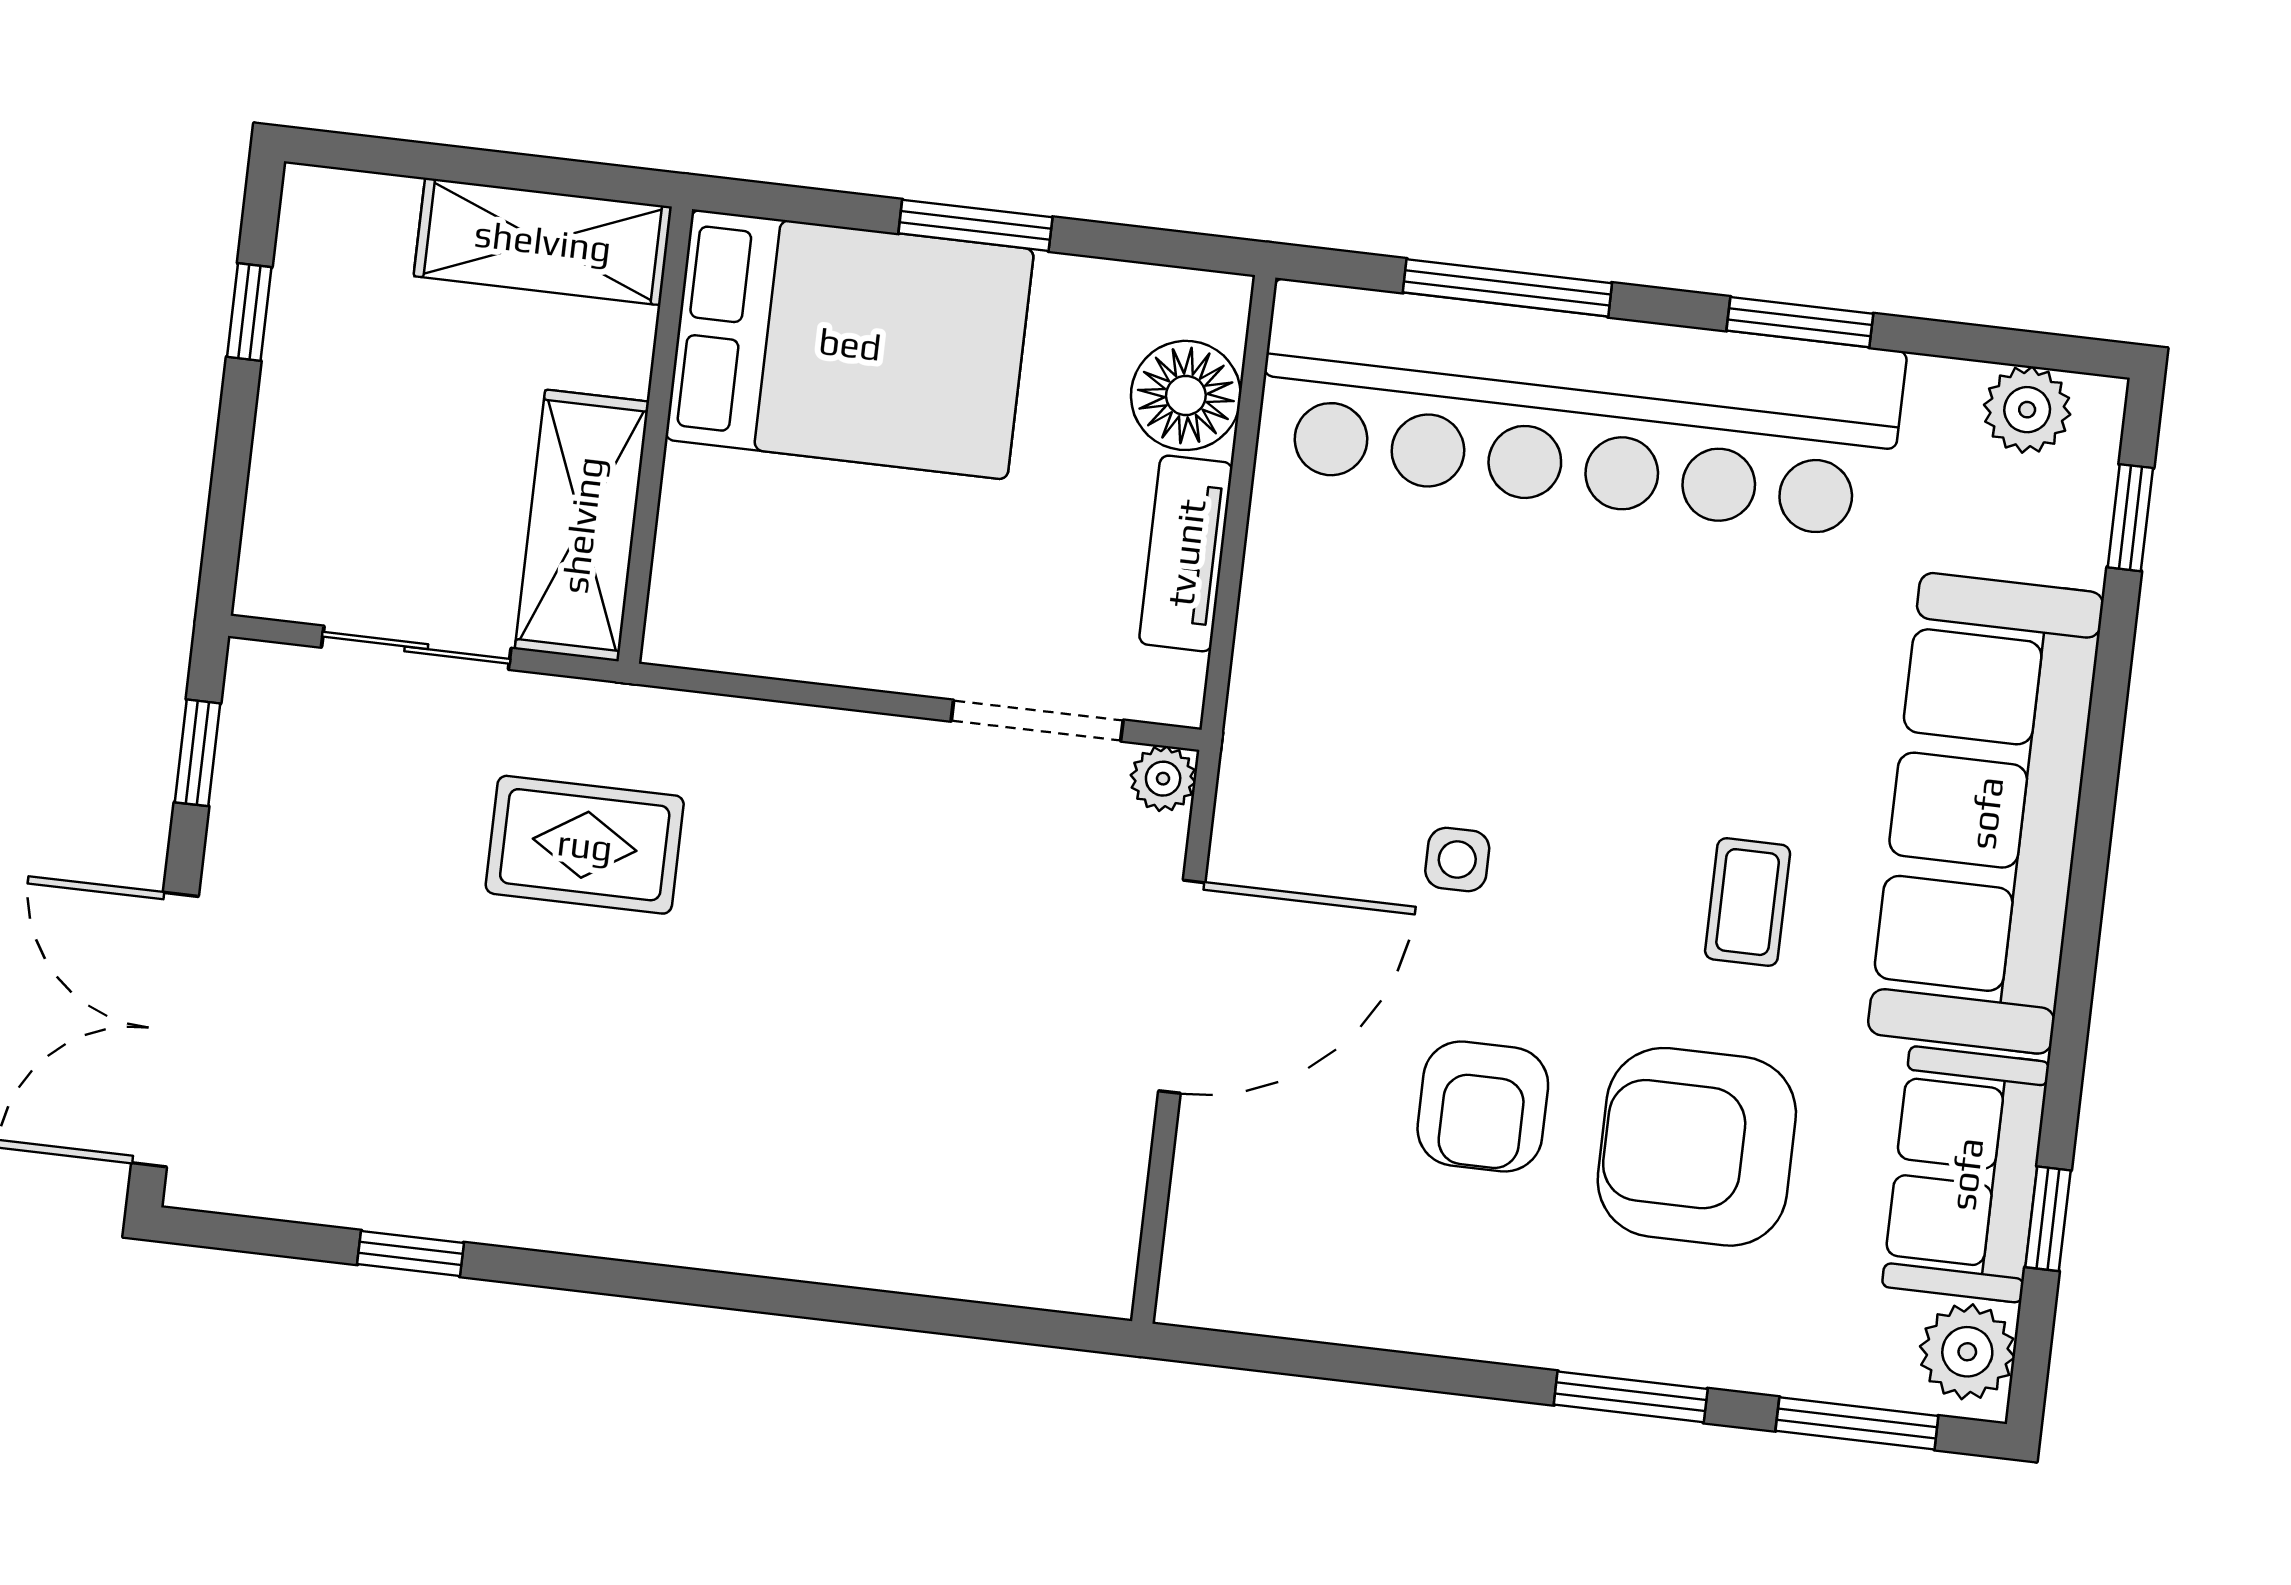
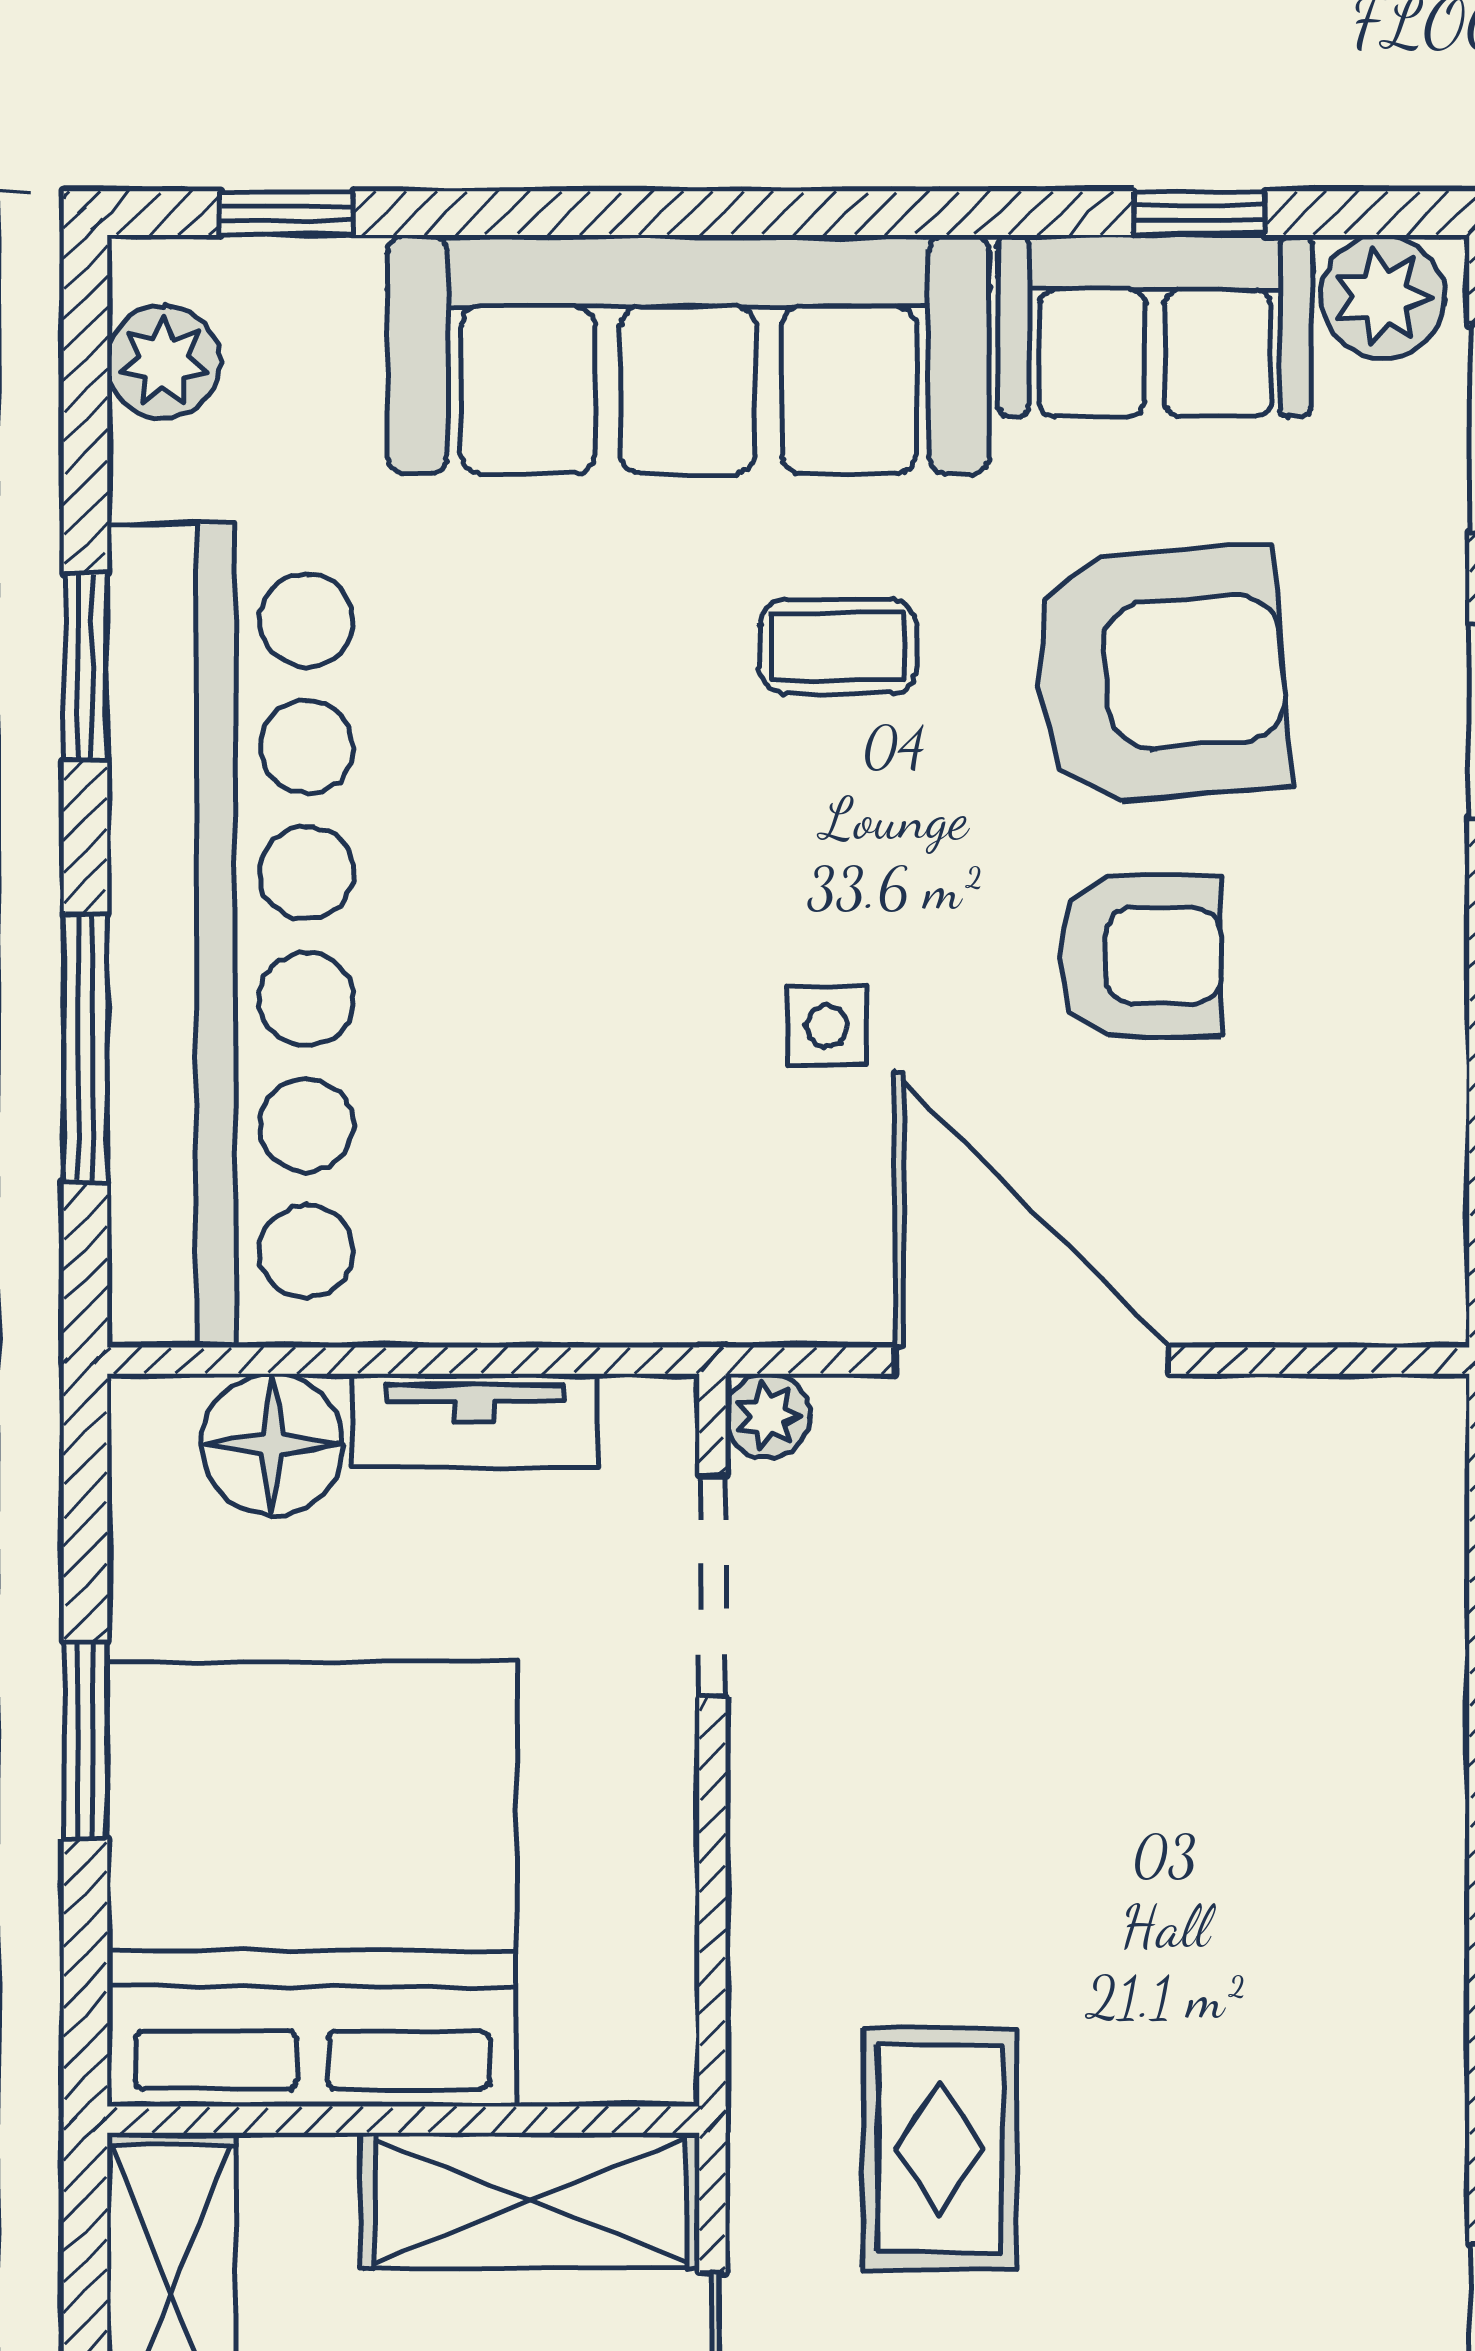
bed: (850, 344) -> (312, 1884), width x1.36
armchair: (1697, 1147) -> (1160, 675), turned -95

